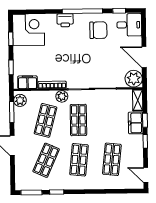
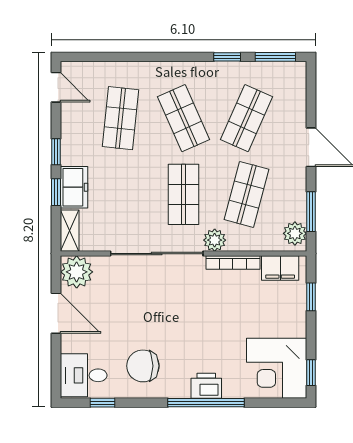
window: (82, 11) -> (206, 403), moved
window: (11, 39) -> (311, 373), moved
shop shelf: (79, 160) -> (183, 118), turned -30

